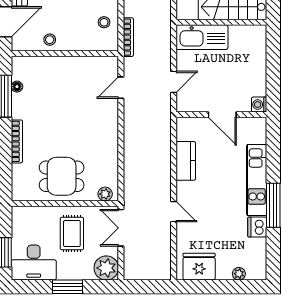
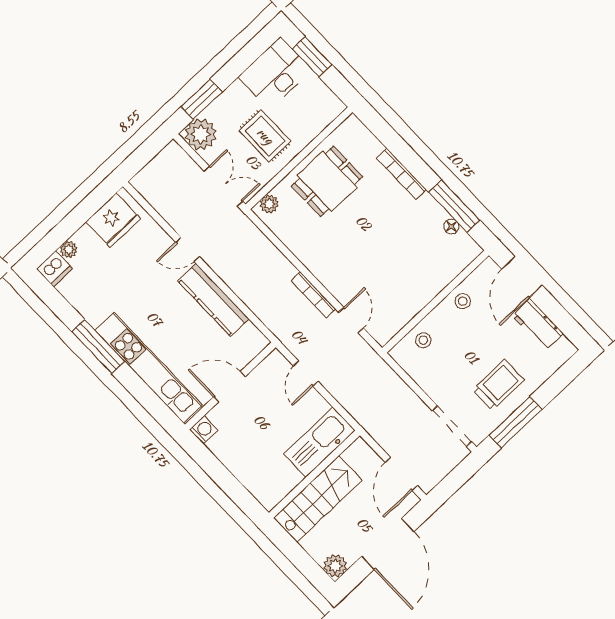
stool: (104, 22) -> (423, 340), moved
bookcase: (128, 37) -> (313, 295), moved
kitchen counter: (186, 161) -> (213, 300), width x1.50
kitchen unit: (257, 180) -> (149, 368), width x1.36
dishwasher: (257, 227) -> (54, 269), moved, turned 90
window: (68, 287) -> (202, 99), moved

